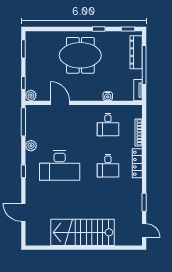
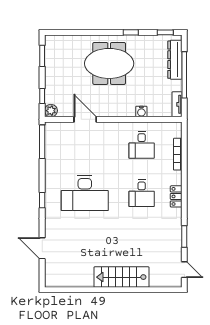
plant: (31, 146) -> (51, 170), removed
locker: (137, 163) -> (176, 196), width x0.66
stairs: (82, 232) -> (122, 277), width x0.73, depth x0.66

